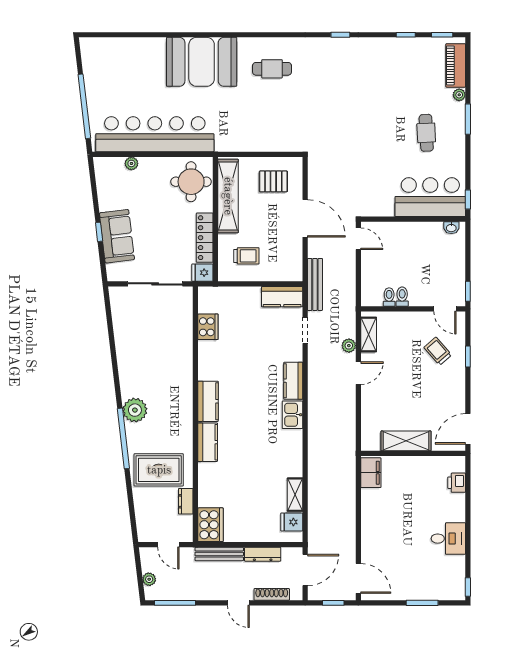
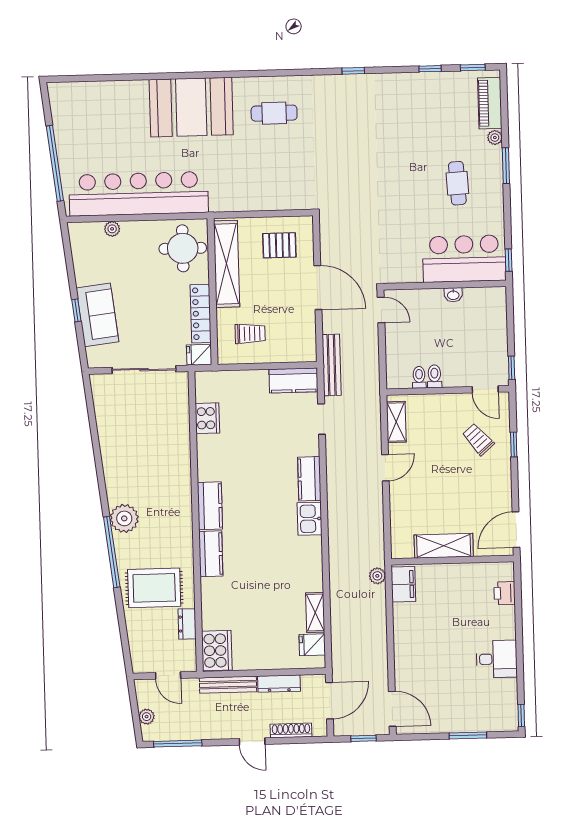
washbasin: (451, 228) -> (453, 295), moved
plant: (349, 346) -> (377, 576), moved

